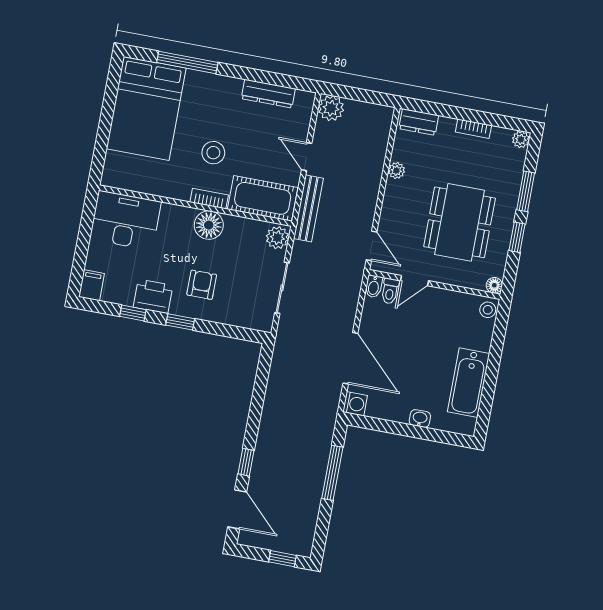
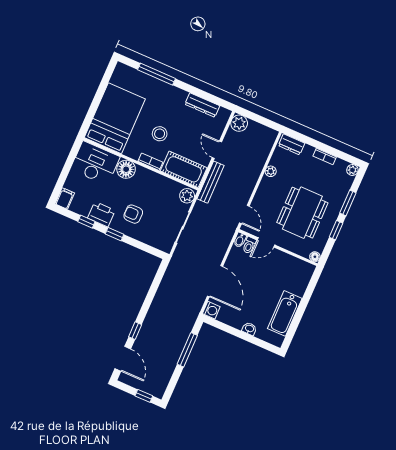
bed: (146, 108) -> (115, 118), moved, turned 180
floor lamp: (209, 225) -> (126, 169), moved
armchair: (202, 285) -> (133, 214), turned -90
stool: (488, 310) -> (307, 271), removed

